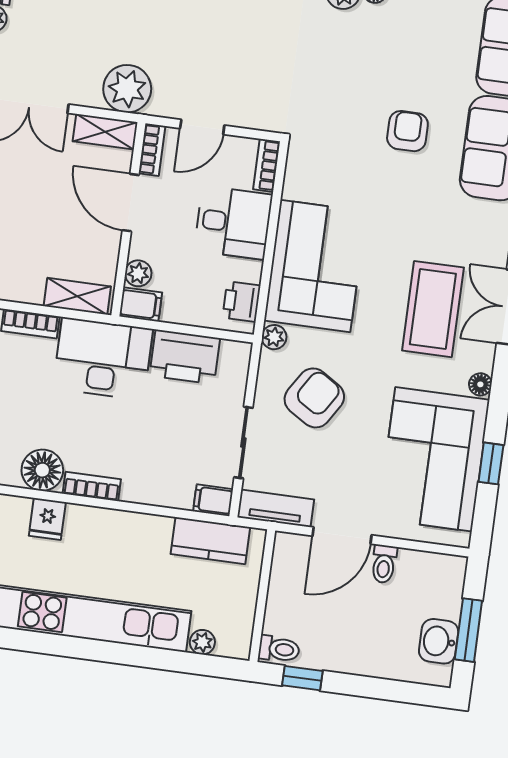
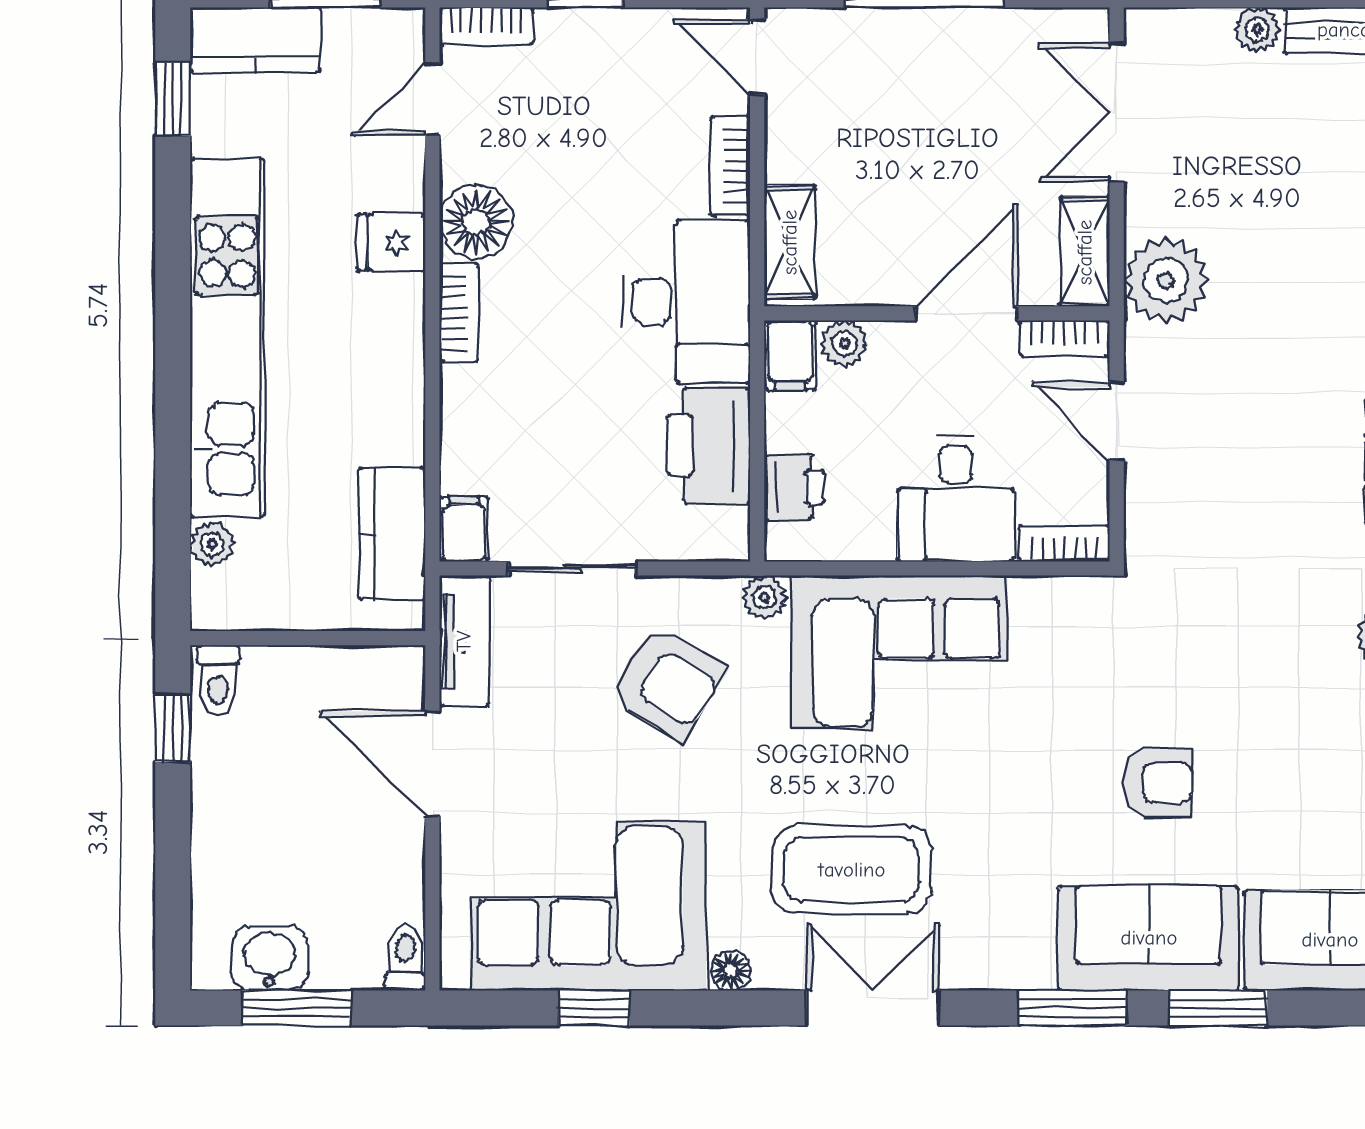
printer: (242, 302) -> (794, 487), moved, turned 90
toilet: (384, 564) -> (405, 958), moved, turned 90

